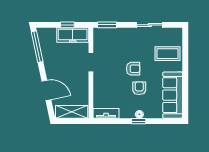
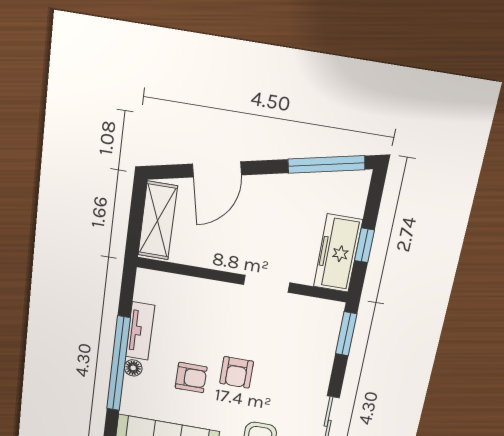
tv unit: (106, 113) -> (140, 331), moved
window: (139, 121) -> (118, 364), width x3.17

